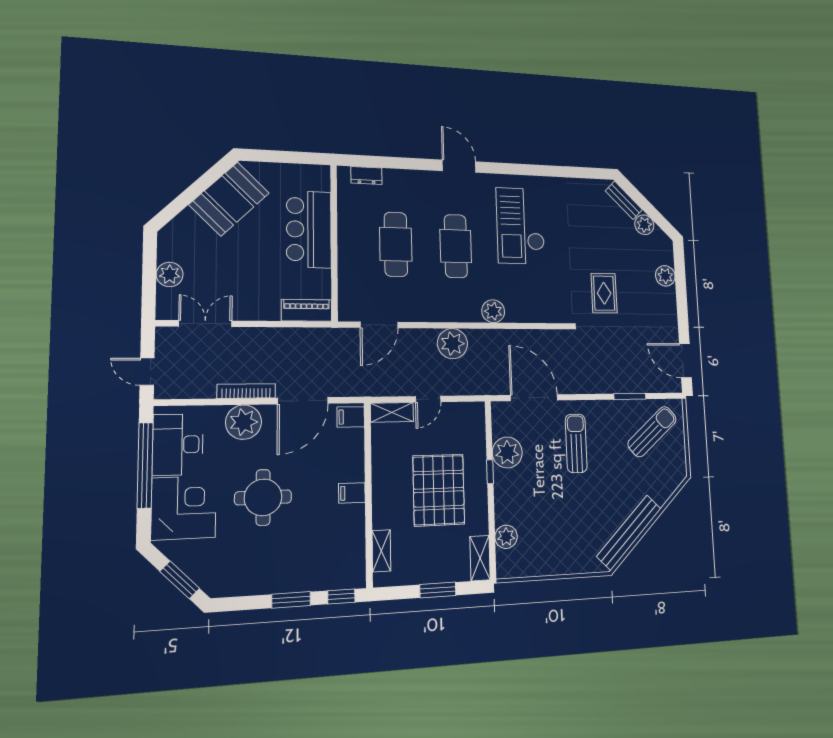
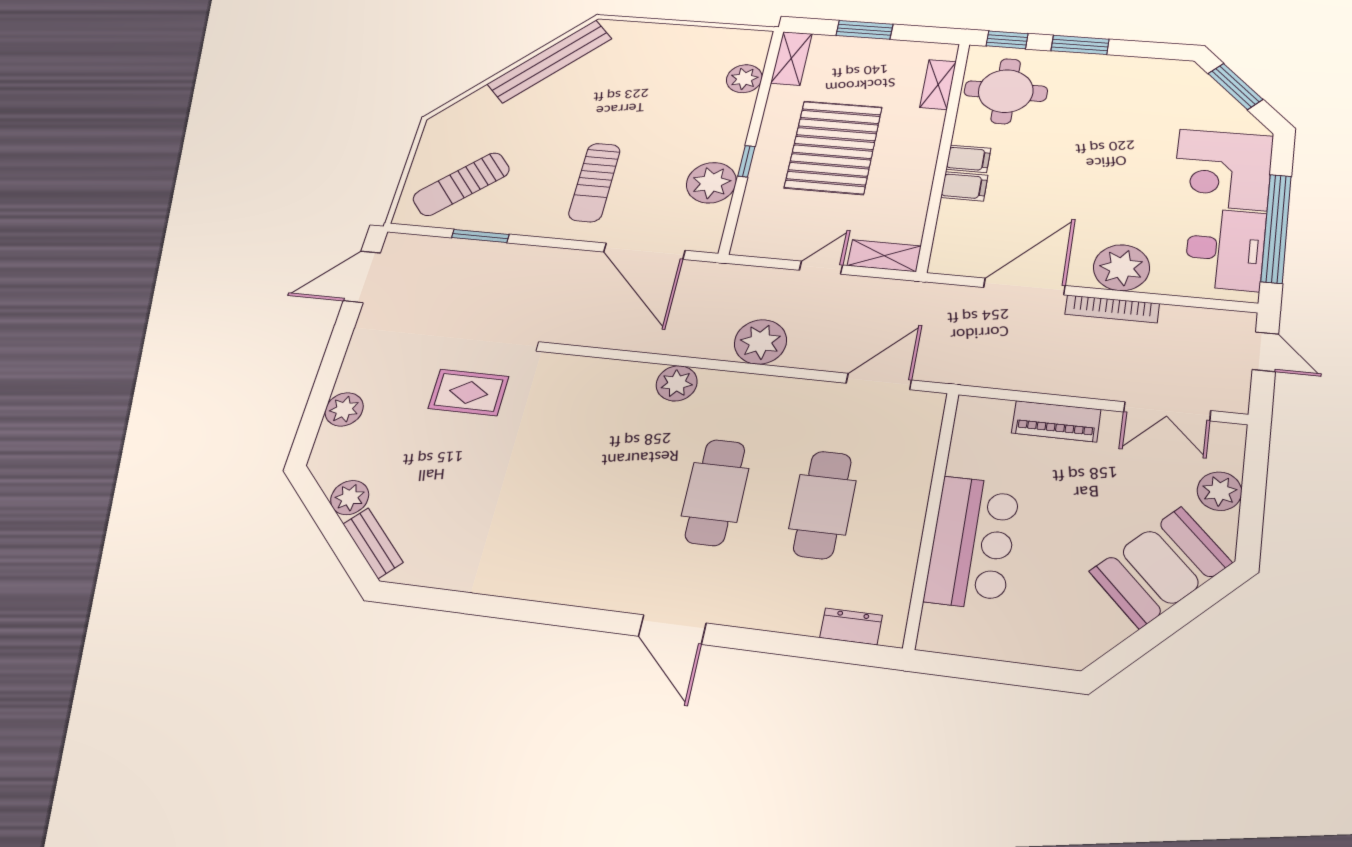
booth: (229, 199) -> (1161, 567), moved
checkout: (521, 226) -> (586, 516), removed
rug: (604, 293) -> (469, 392), turned 90
piano: (307, 310) -> (1056, 421), moved
door: (685, 361) -> (362, 277), swing flipped
filing cabinet: (351, 417) -> (964, 186), moved
round table: (263, 497) -> (1006, 91), moved

